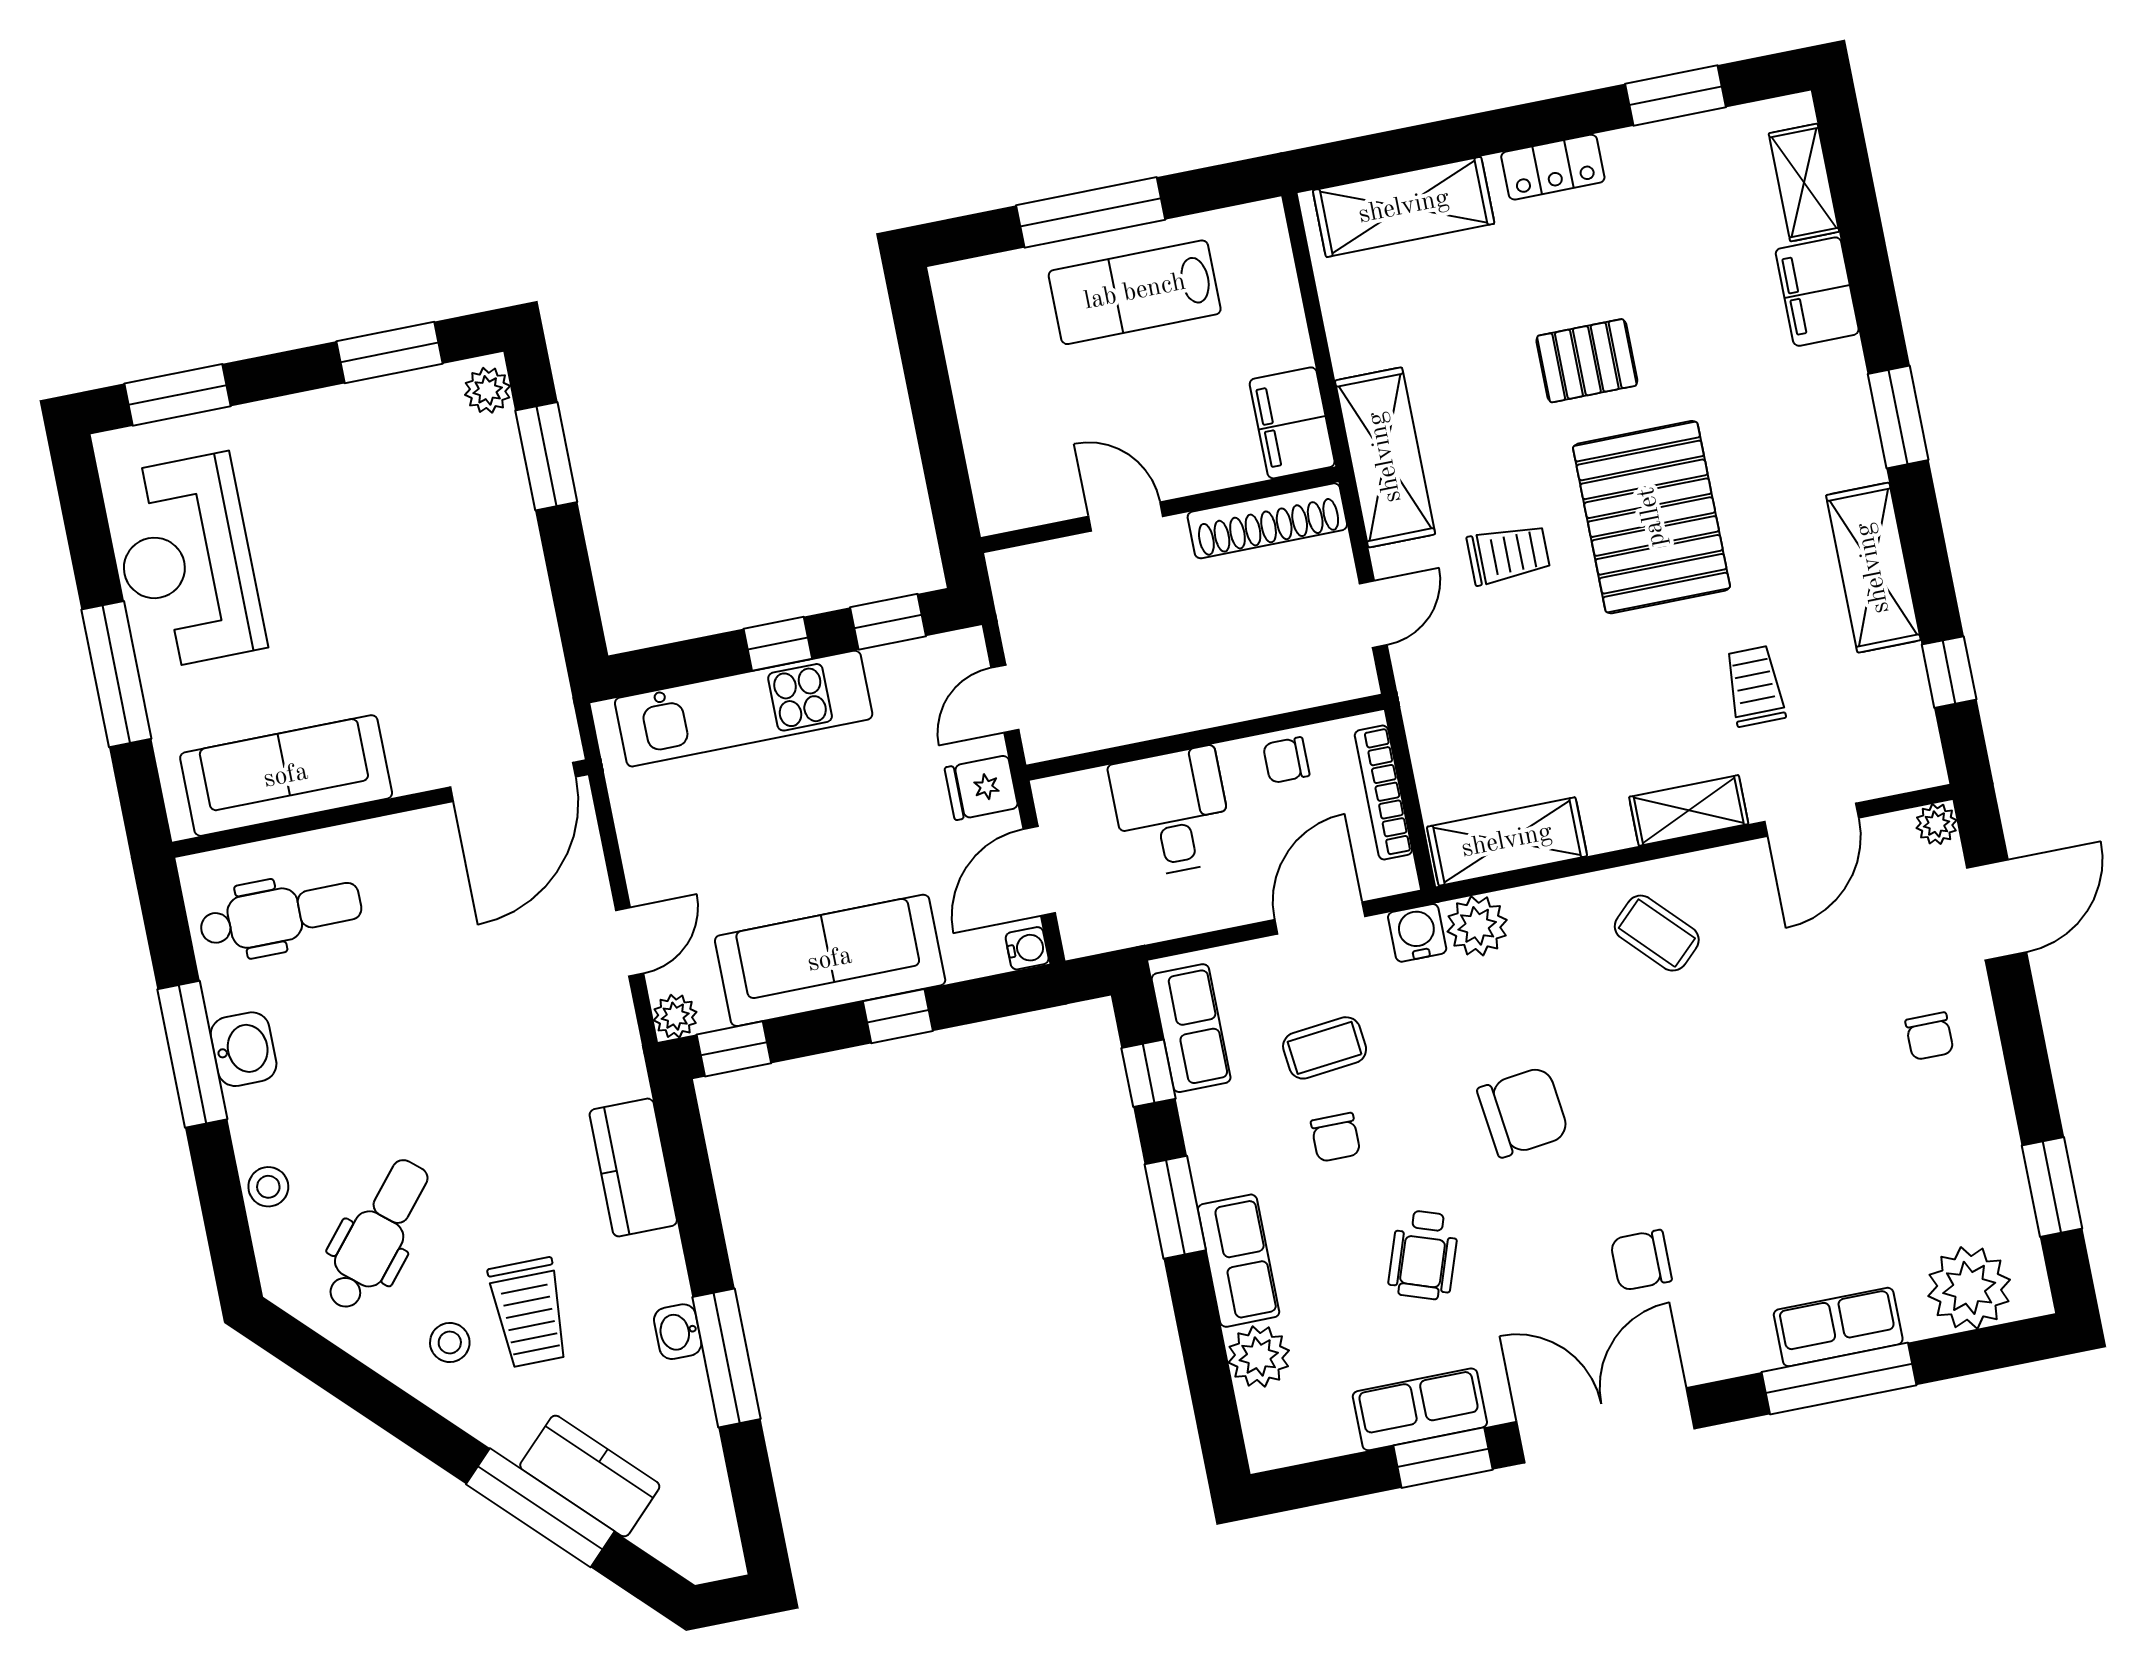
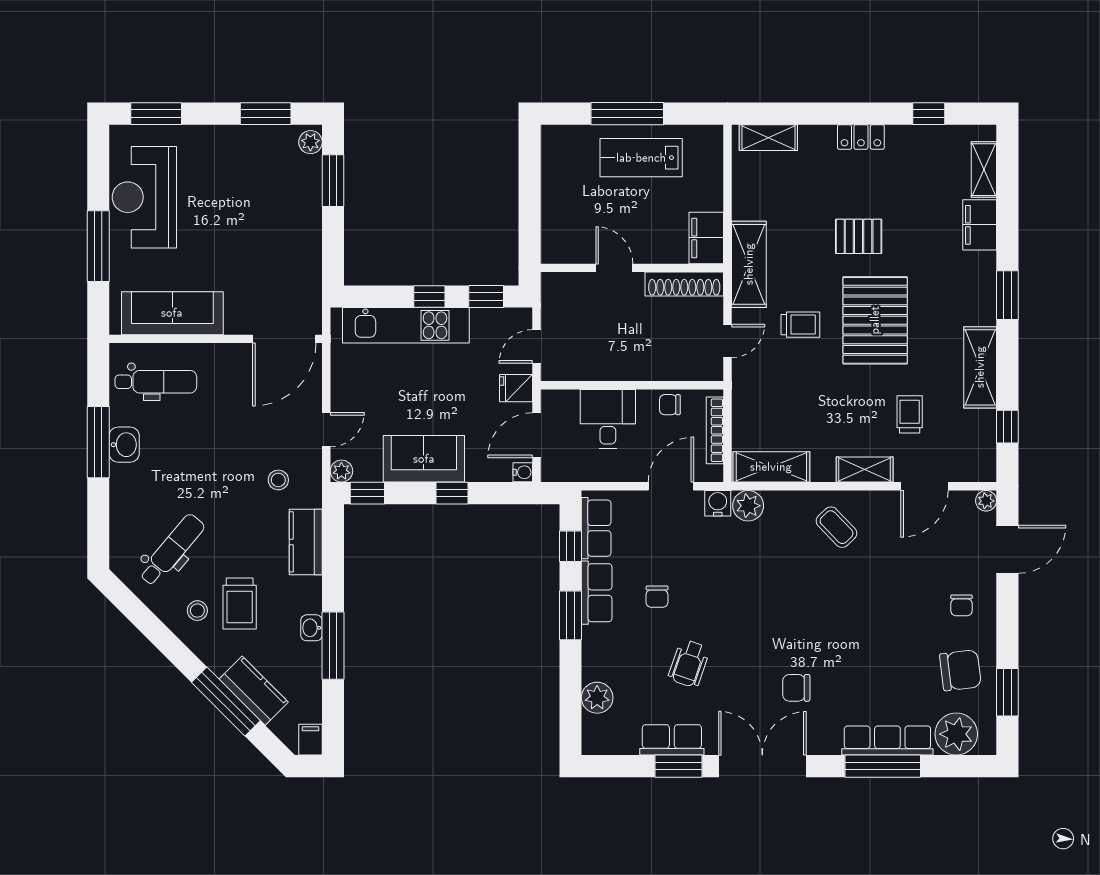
window: (1676, 96) -> (929, 114), width x0.67
shelving: (1404, 207) -> (768, 138), width x0.67, depth x0.75
sofa: (830, 960) -> (424, 459), width x0.73
coffee table: (1325, 1048) -> (660, 551), removed
chair: (1523, 1112) -> (960, 670), moved
stool: (268, 1187) -> (278, 480), moved
row of seats: (1239, 1261) -> (597, 593), moved
row of seats: (1838, 1327) -> (887, 740), width x1.48
filing cabinet: (719, 1549) -> (311, 740), added

